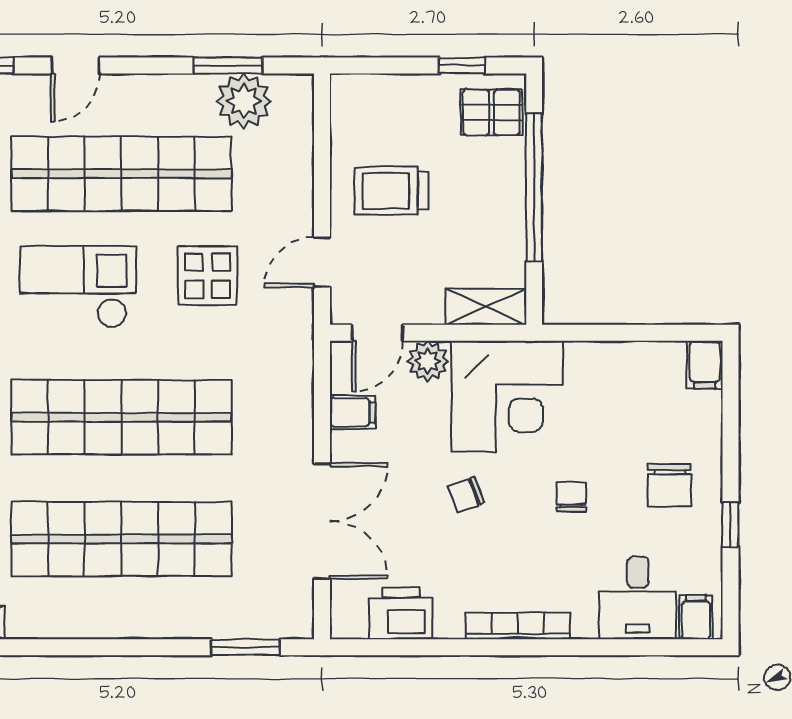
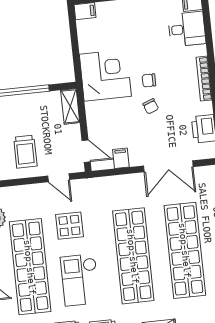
plant: (428, 361) -> (96, 129), removed
corner desk: (507, 396) -> (105, 75), moved
chair: (670, 485) -> (138, 21), removed
chair: (571, 497) -> (149, 80), moved
double door: (322, 521) -> (168, 166), swing flipped

